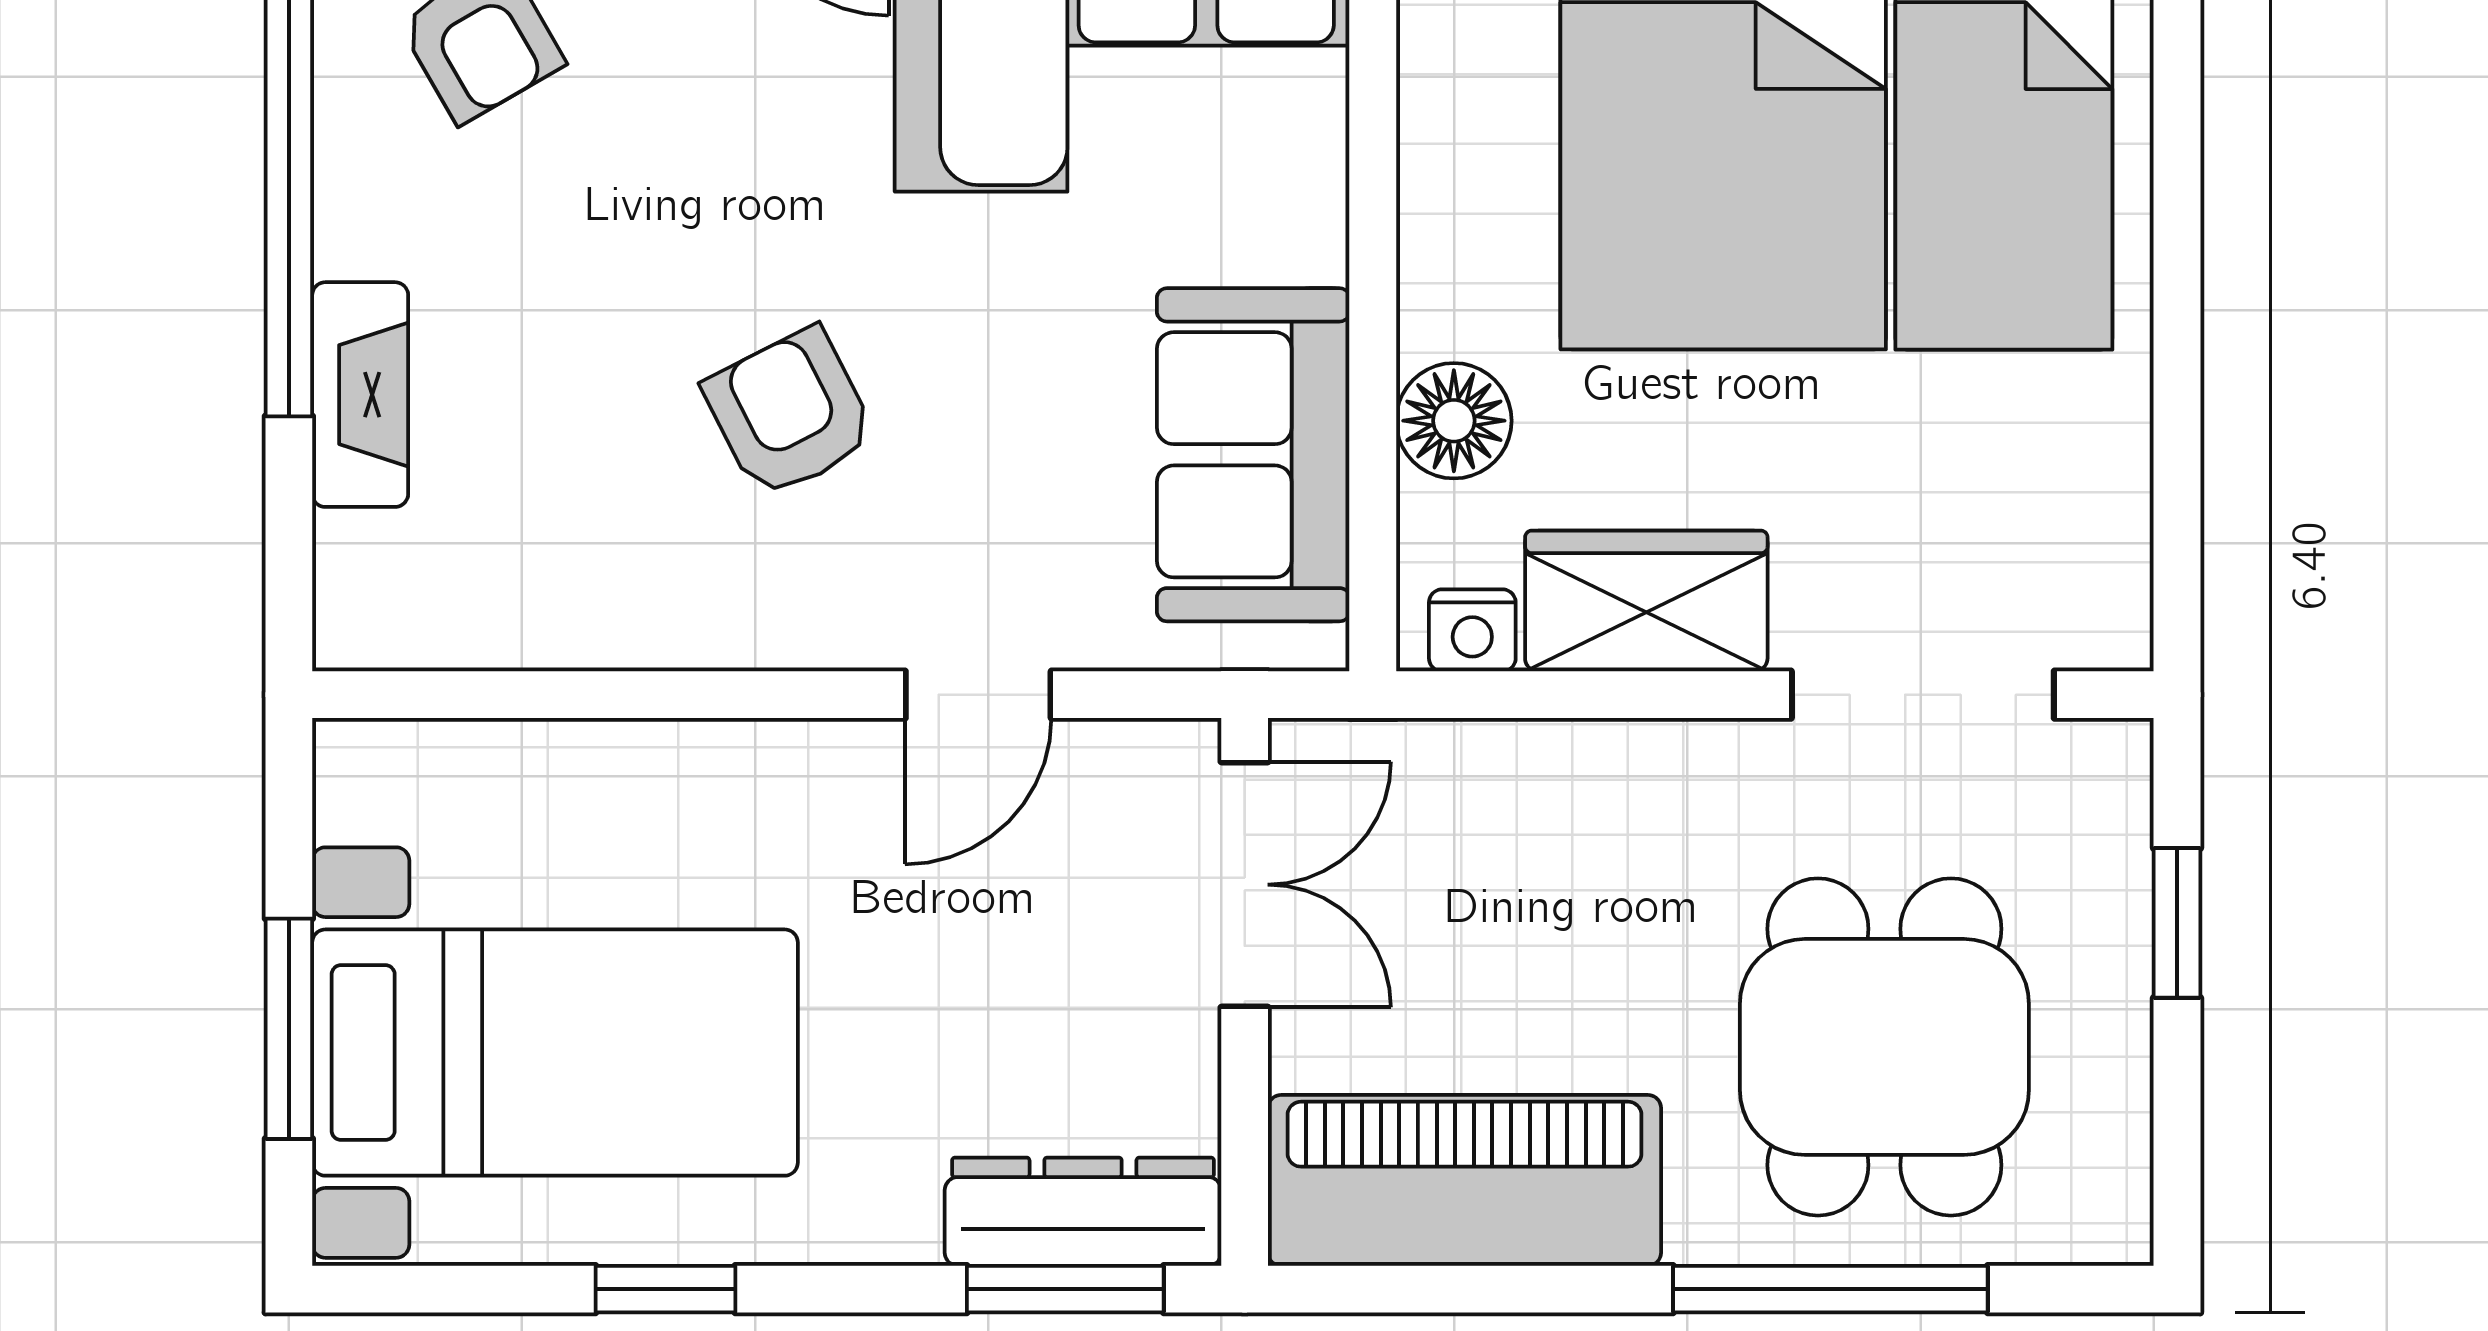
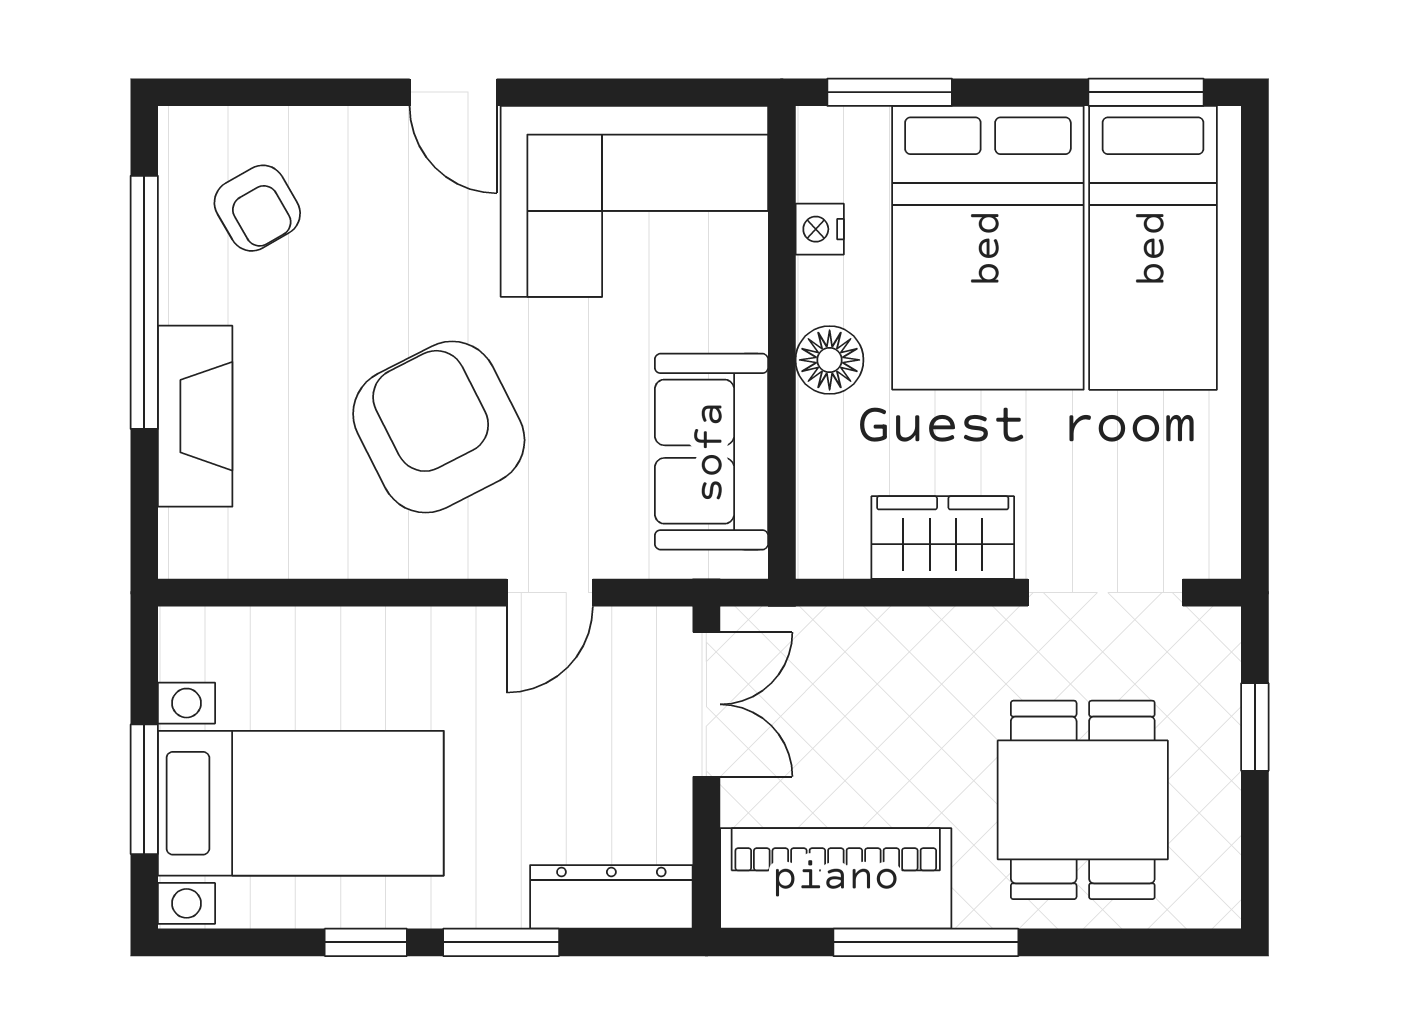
fireplace: (360, 395) -> (195, 416), width x1.37, depth x1.32
armchair: (790, 413) -> (439, 427), width x1.88, depth x1.88
floor lamp: (1454, 421) -> (830, 360), moved
nightstand: (1472, 630) -> (820, 229), moved, turned 90
window: (1065, 1289) -> (501, 942), moved
window: (1830, 1289) -> (926, 942), moved

